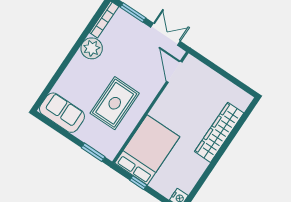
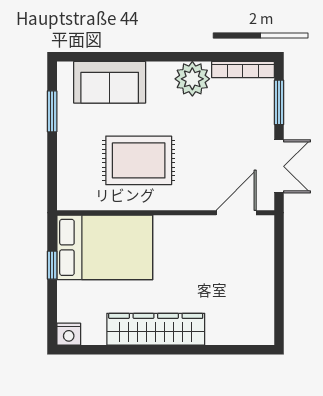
sofa: (62, 113) -> (110, 82), moved, turned 90
wardrobe: (219, 132) -> (156, 329), moved
window: (93, 152) -> (52, 111), moved

